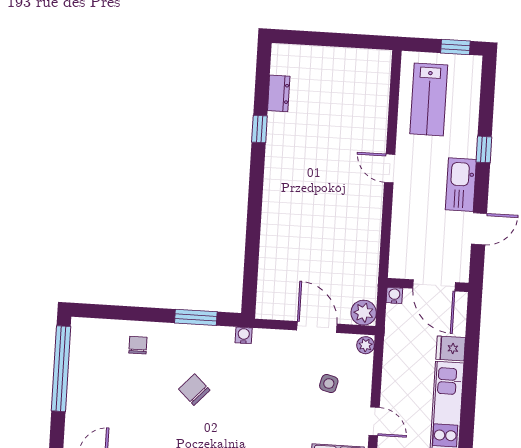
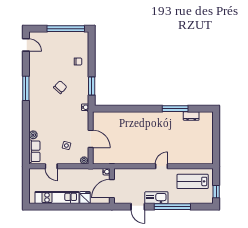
window: (259, 129) -> (175, 109), width x2.17
window: (484, 149) -> (172, 207), width x3.17
plant: (364, 313) -> (98, 159), removed
door: (317, 327) -> (91, 139), hinge flipped
door: (374, 421) -> (51, 166), hinge flipped

